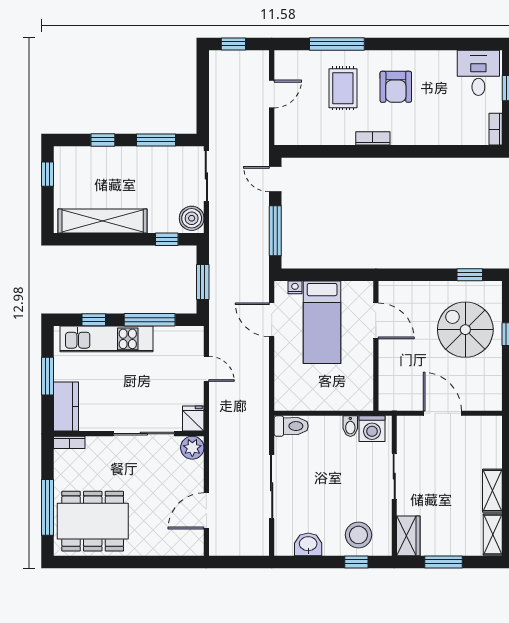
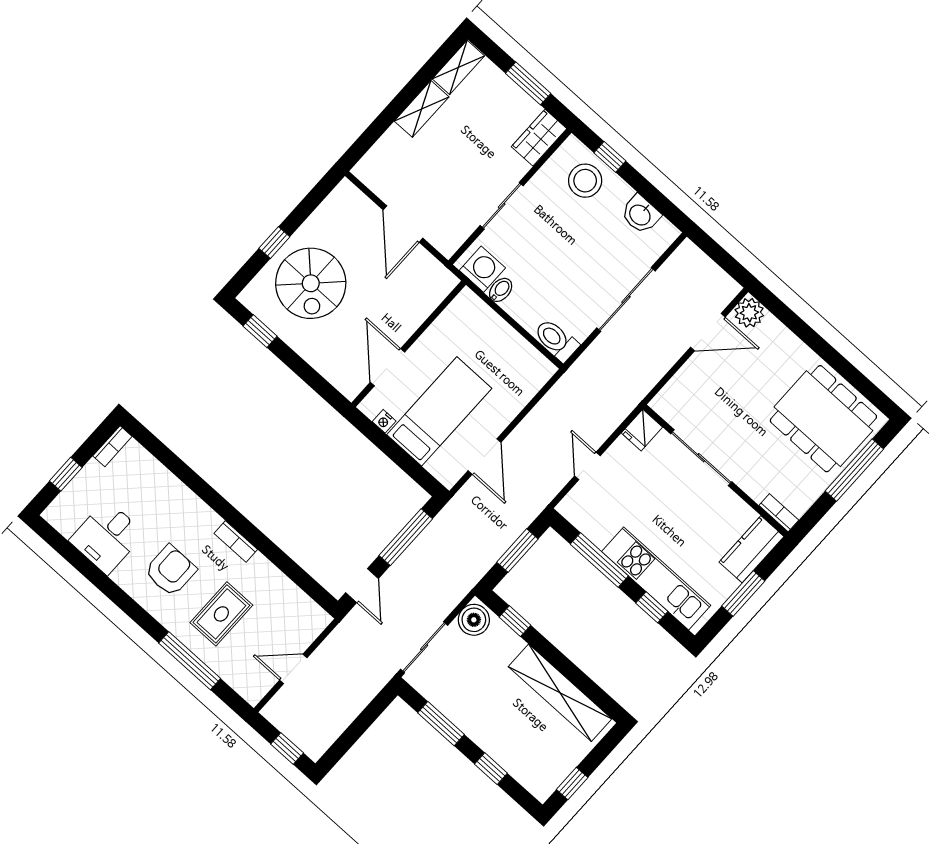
desk: (478, 73) -> (107, 537), moved
nightstand: (295, 287) -> (384, 421), moved
plant: (192, 448) -> (749, 313), moved

